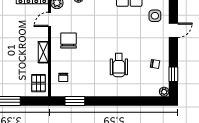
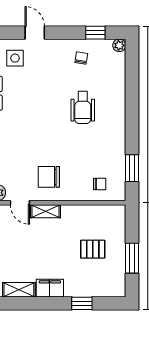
shelving: (43, 52) -> (45, 211), moved
wheelchair: (119, 65) -> (83, 108), turned 90
pallet: (39, 83) -> (93, 249), moved

